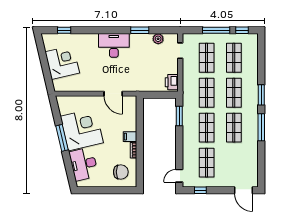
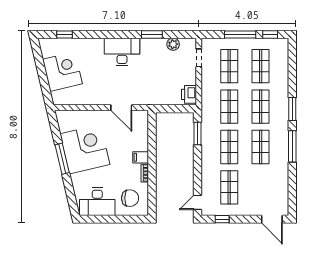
desk: (84, 164) -> (97, 202), moved, turned -77

